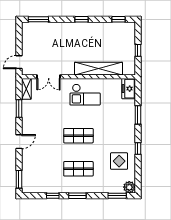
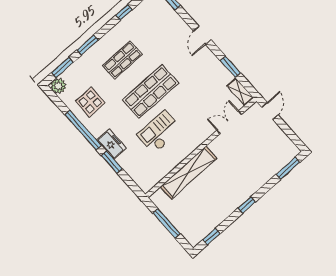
window: (138, 50) -> (167, 223), width x2.17
freezer: (129, 89) -> (112, 144), moved
checkout: (85, 95) -> (160, 132), moved
shop shelf: (78, 136) -> (151, 92), width x1.43, depth x1.36
window: (138, 148) -> (83, 130), width x3.17
window: (77, 196) -> (87, 45), moved

